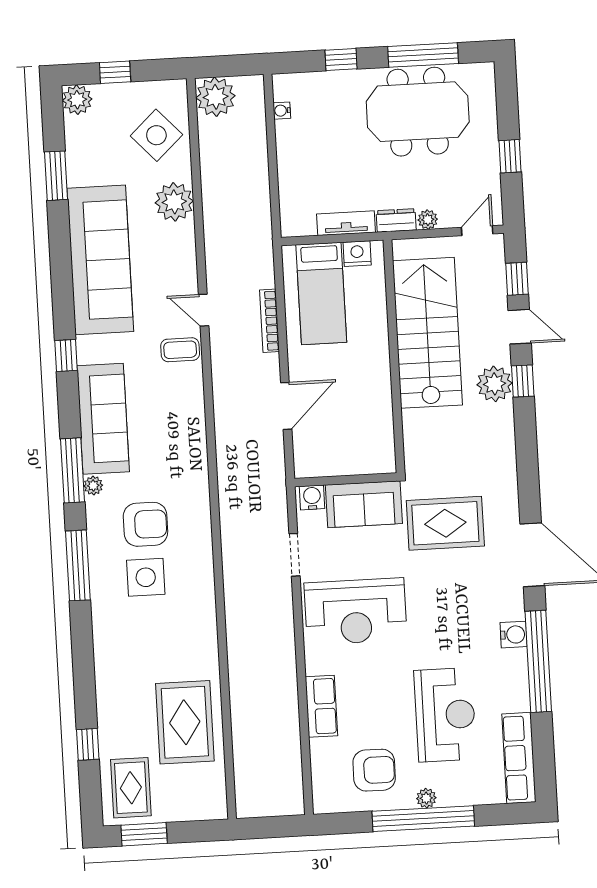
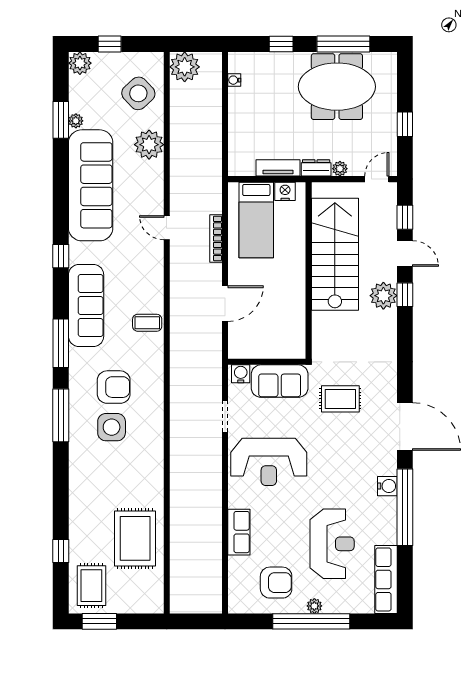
coffee table: (180, 350) -> (147, 323), moved
plant: (93, 486) -> (76, 121), moved
rug: (445, 523) -> (340, 399), width x0.73, depth x0.70

